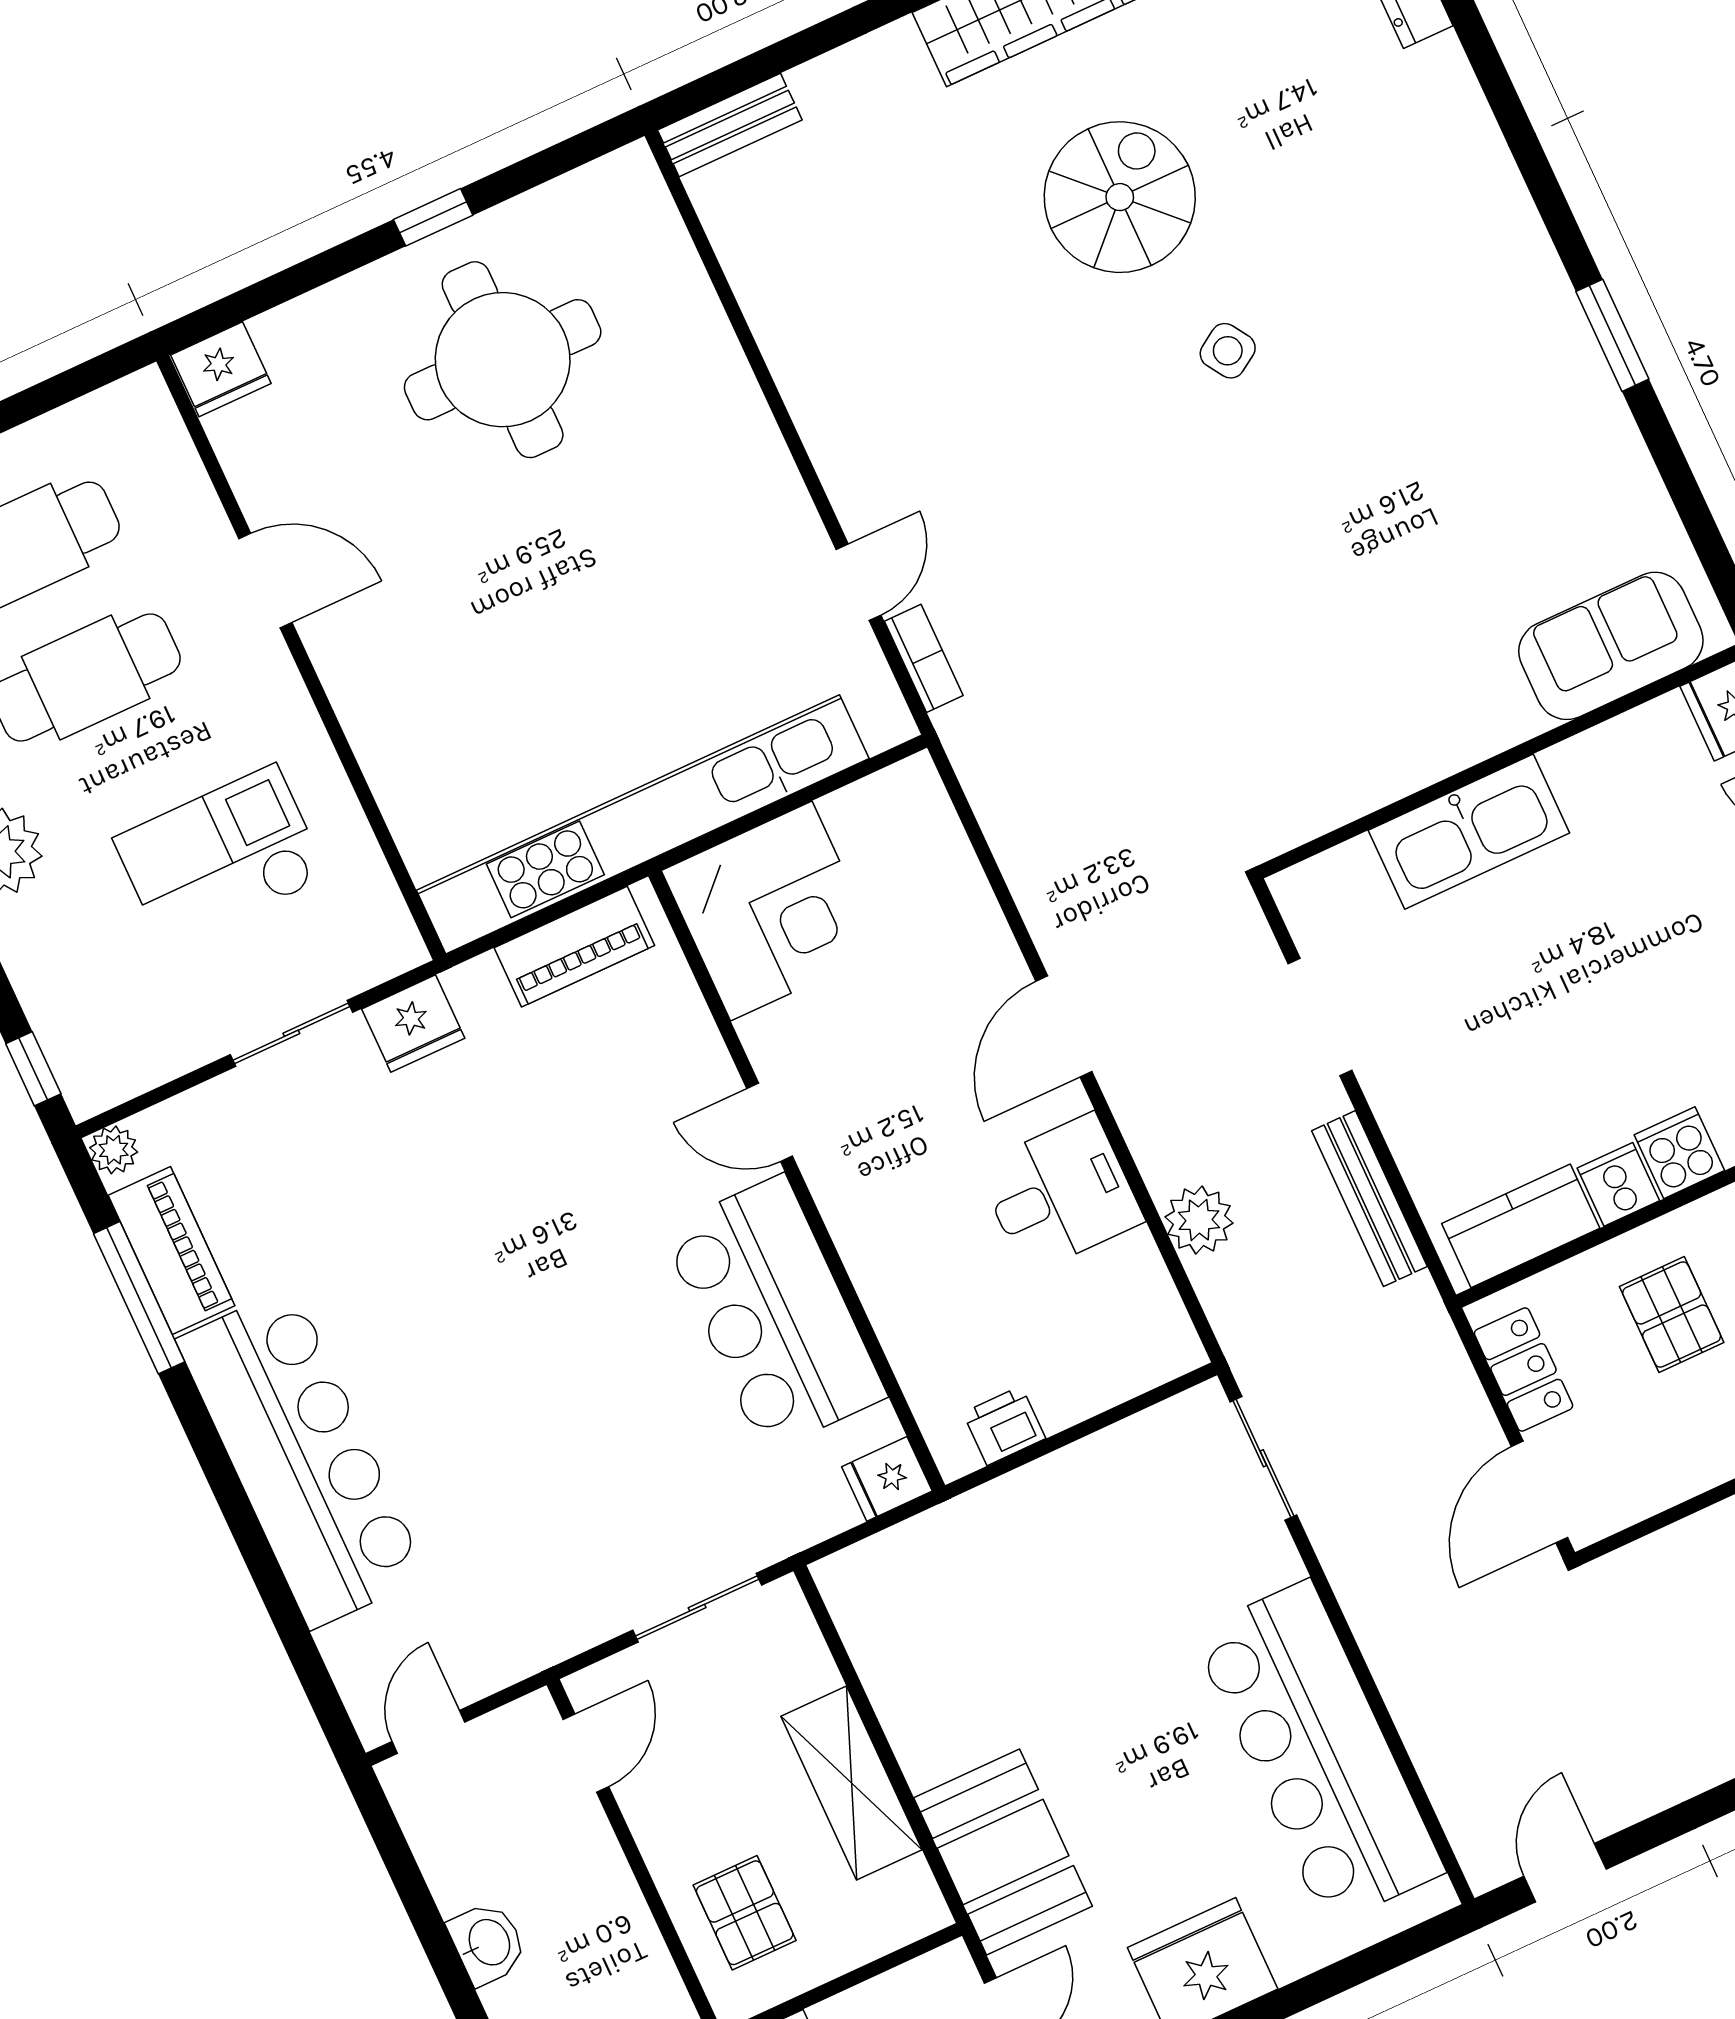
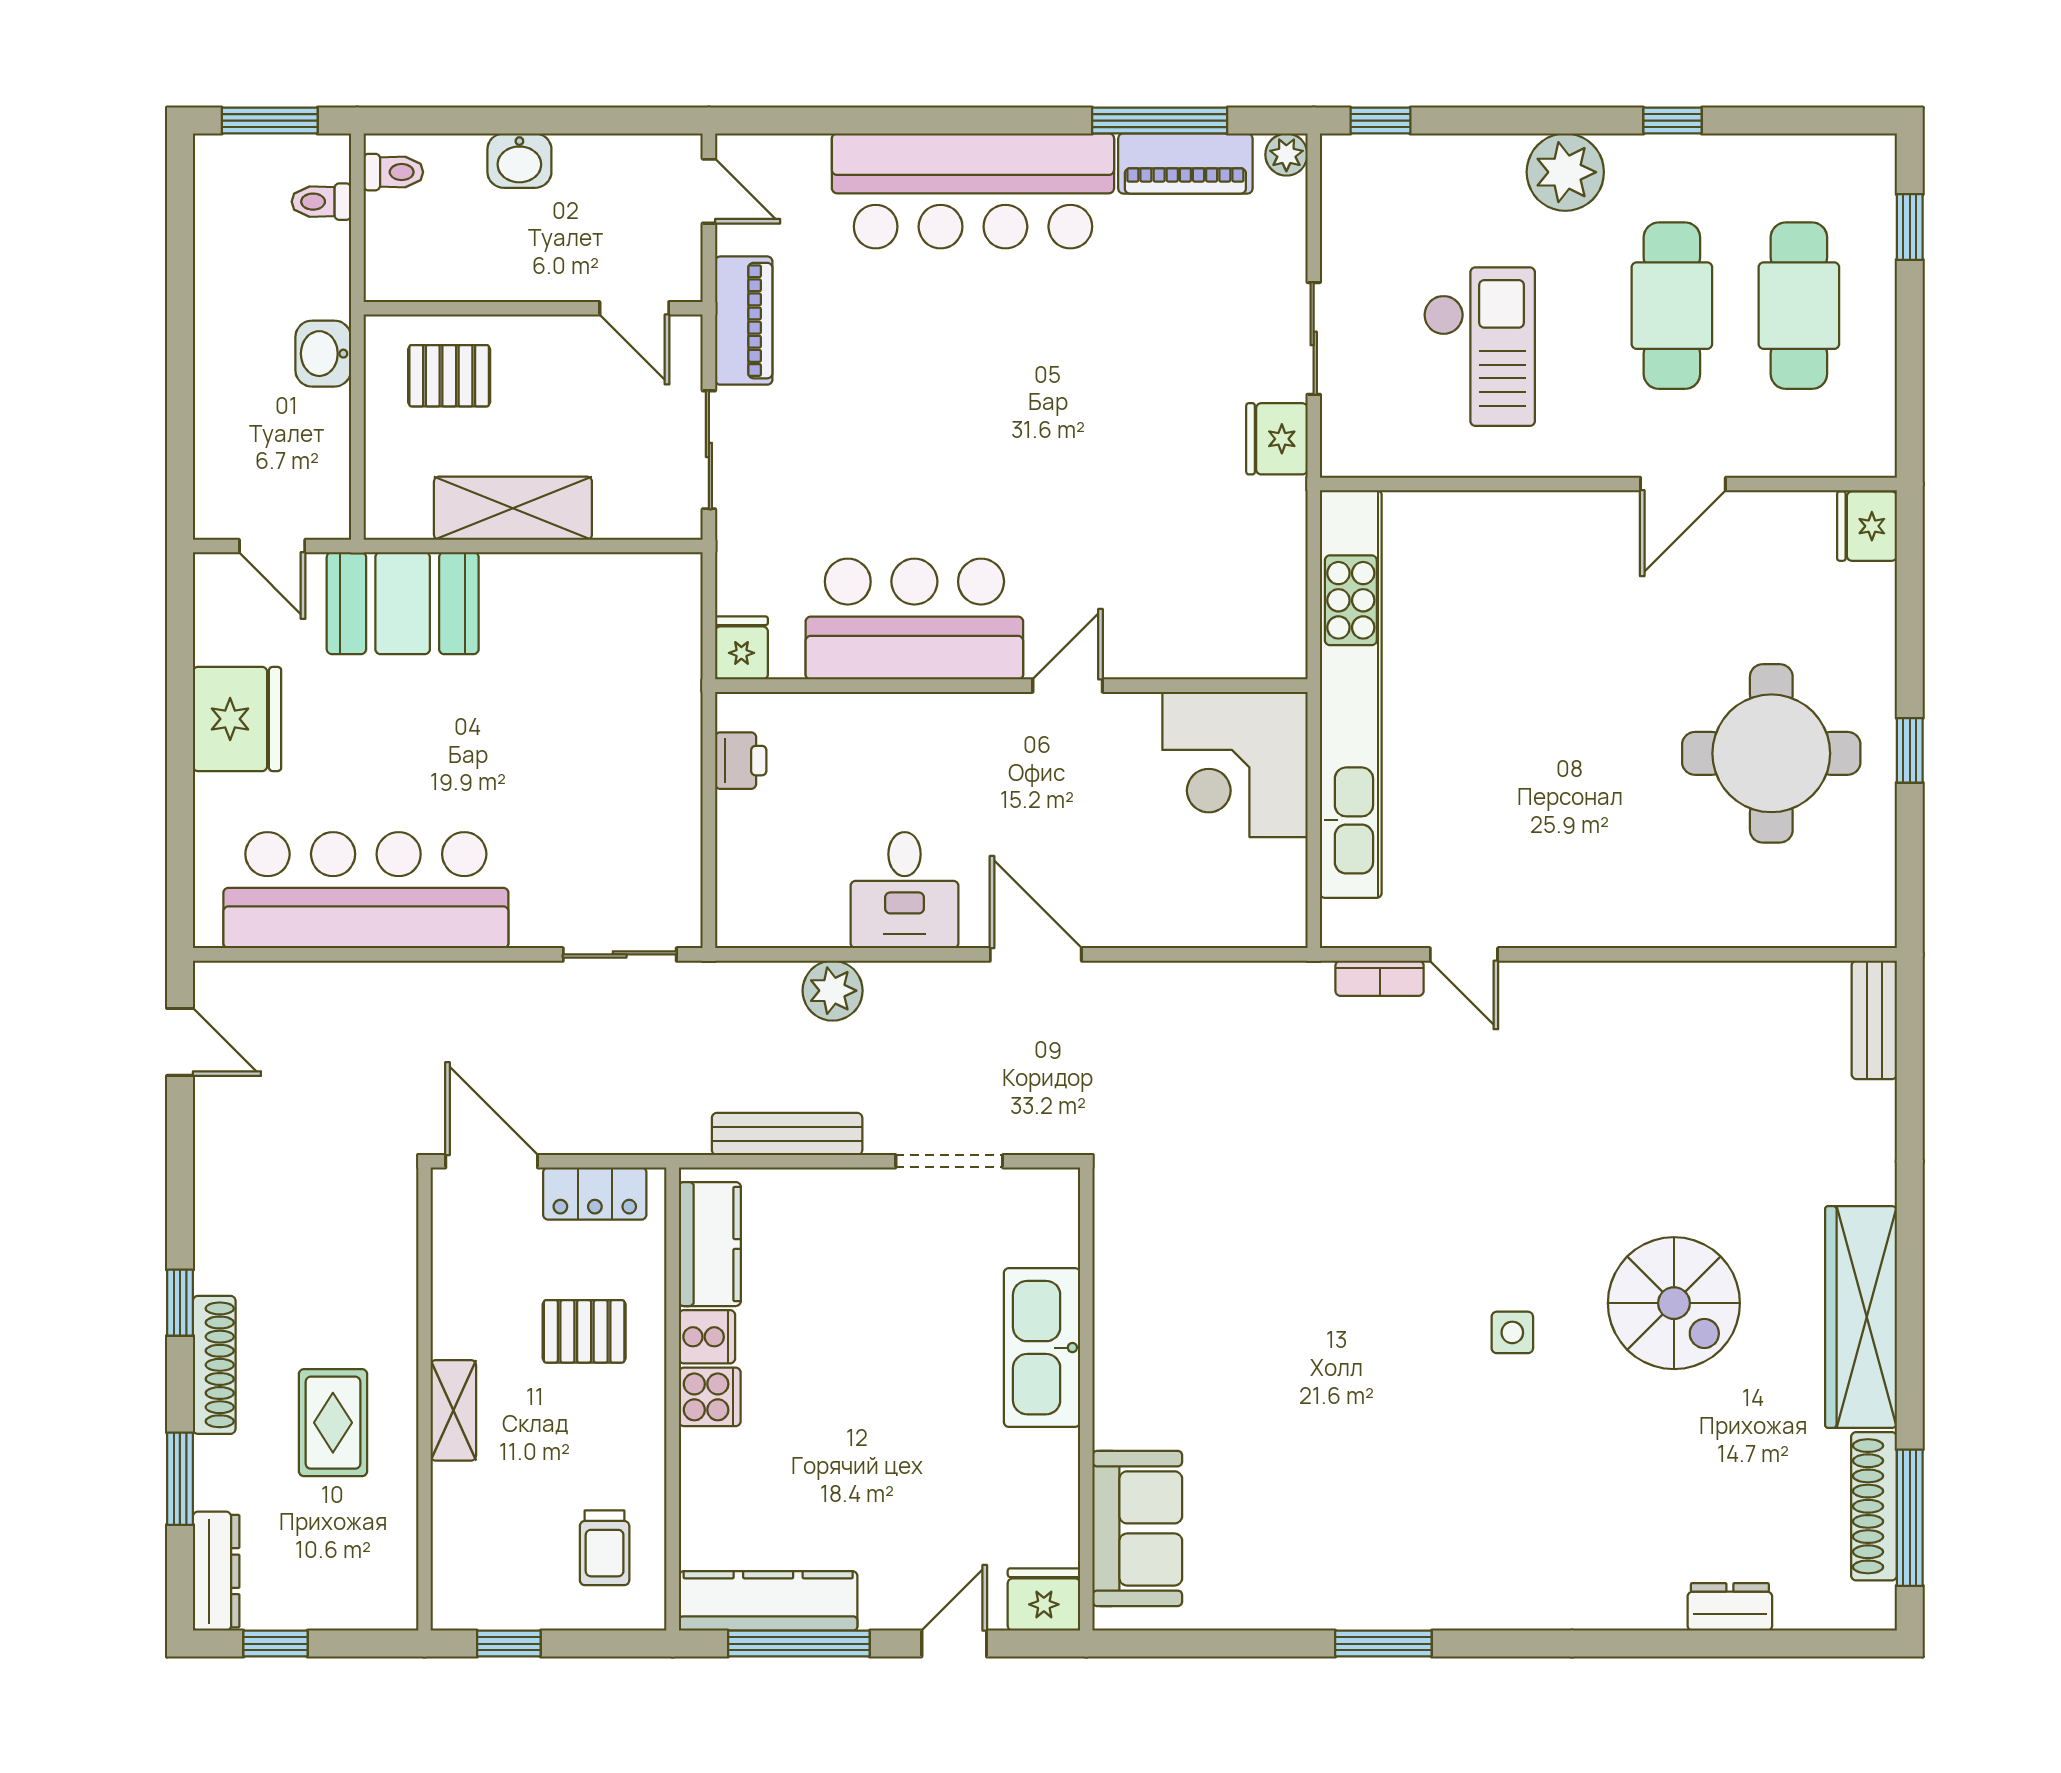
side table: (1228, 351) -> (1512, 1332), turned 33
piano: (574, 947) -> (744, 321), moved, turned 180

